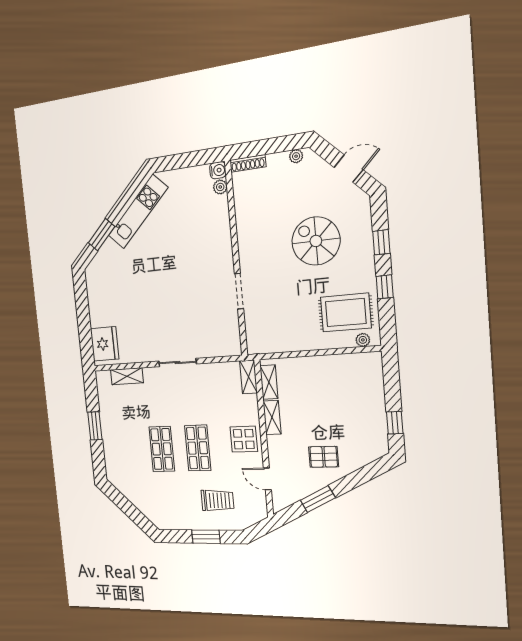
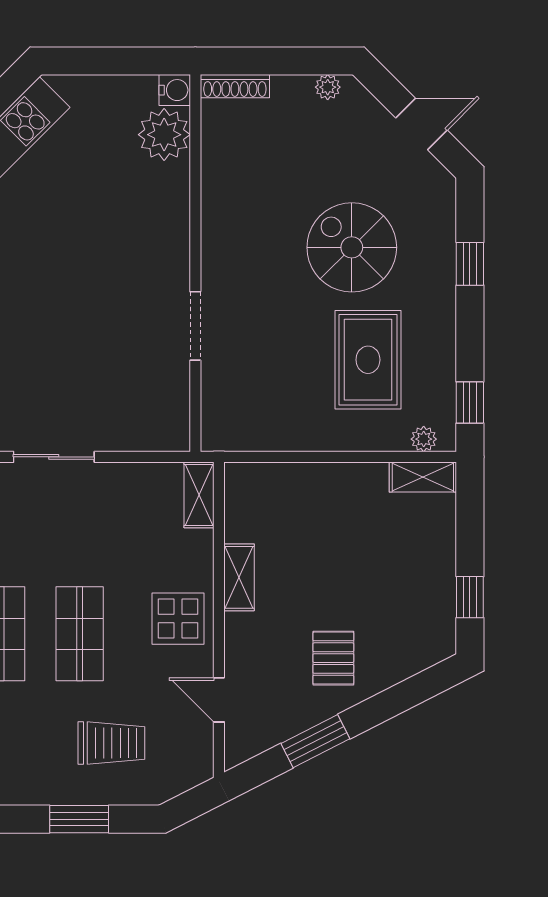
plant: (220, 187) -> (164, 135), width x1.87, depth x1.87
window: (385, 287) -> (470, 403), moved
rug: (346, 313) -> (368, 360), moved, turned 90
shelving: (269, 382) -> (423, 477), moved, turned 90
pallet: (324, 457) -> (333, 658), turned 90

